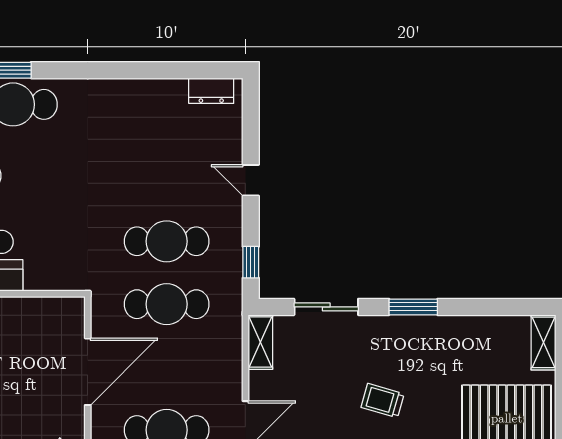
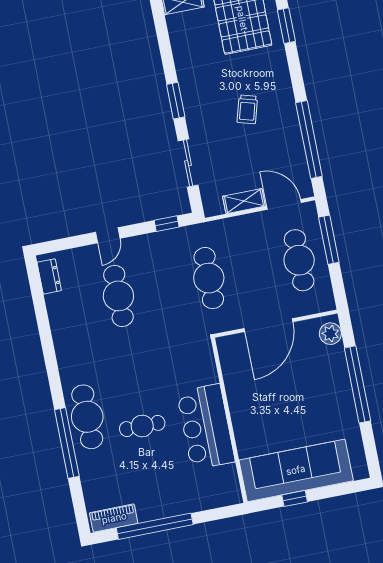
cafe table: (167, 241) -> (118, 296), moved
shelving: (260, 342) -> (244, 201), moved
door: (88, 372) -> (268, 325), swing flipped

